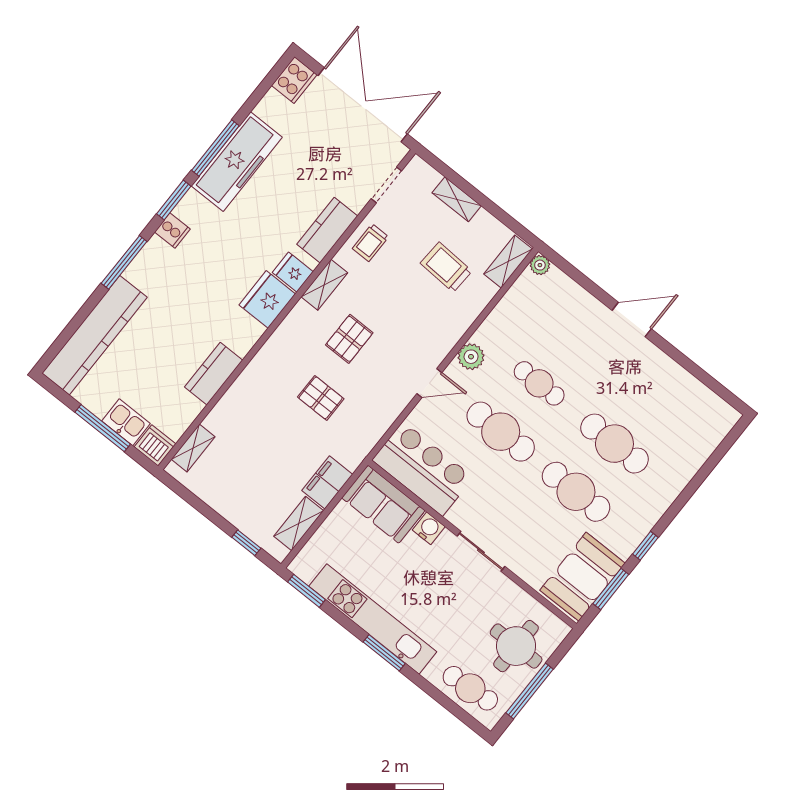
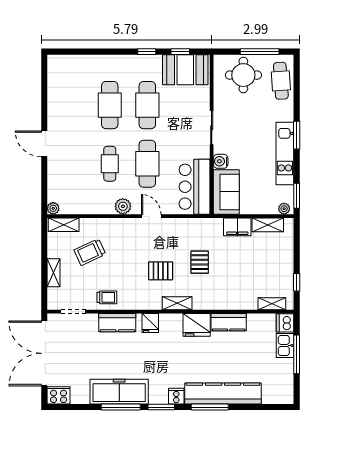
trolley: (446, 267) -> (90, 252), turned 62
shelving: (324, 285) -> (177, 303), moved
fridge: (267, 299) -> (197, 325), moved
kitchen counter: (94, 335) -> (223, 393), moved
window: (246, 543) -> (297, 282), moved
plant: (303, 561) -> (284, 209), added
window: (611, 589) -> (180, 52), width x0.67
kitchen unit: (373, 619) -> (285, 153), width x0.73

